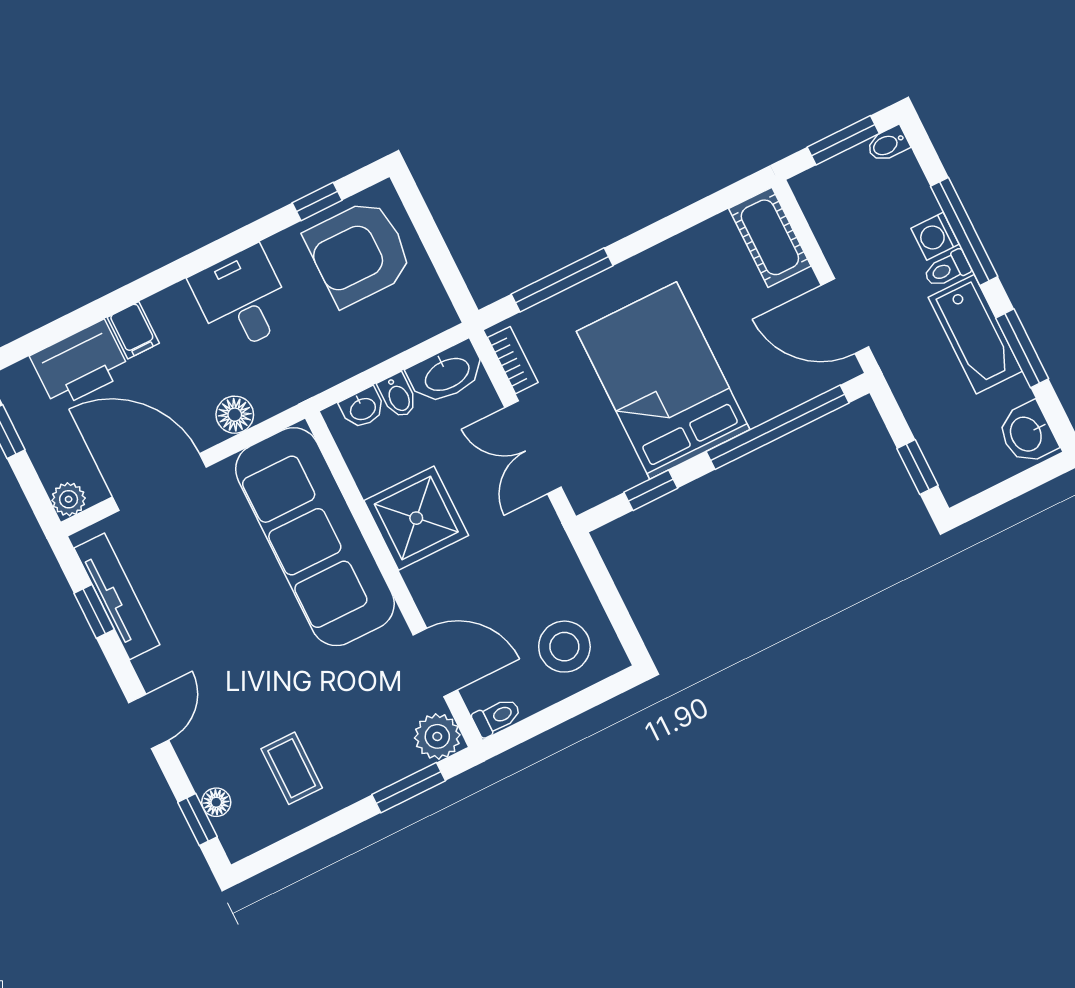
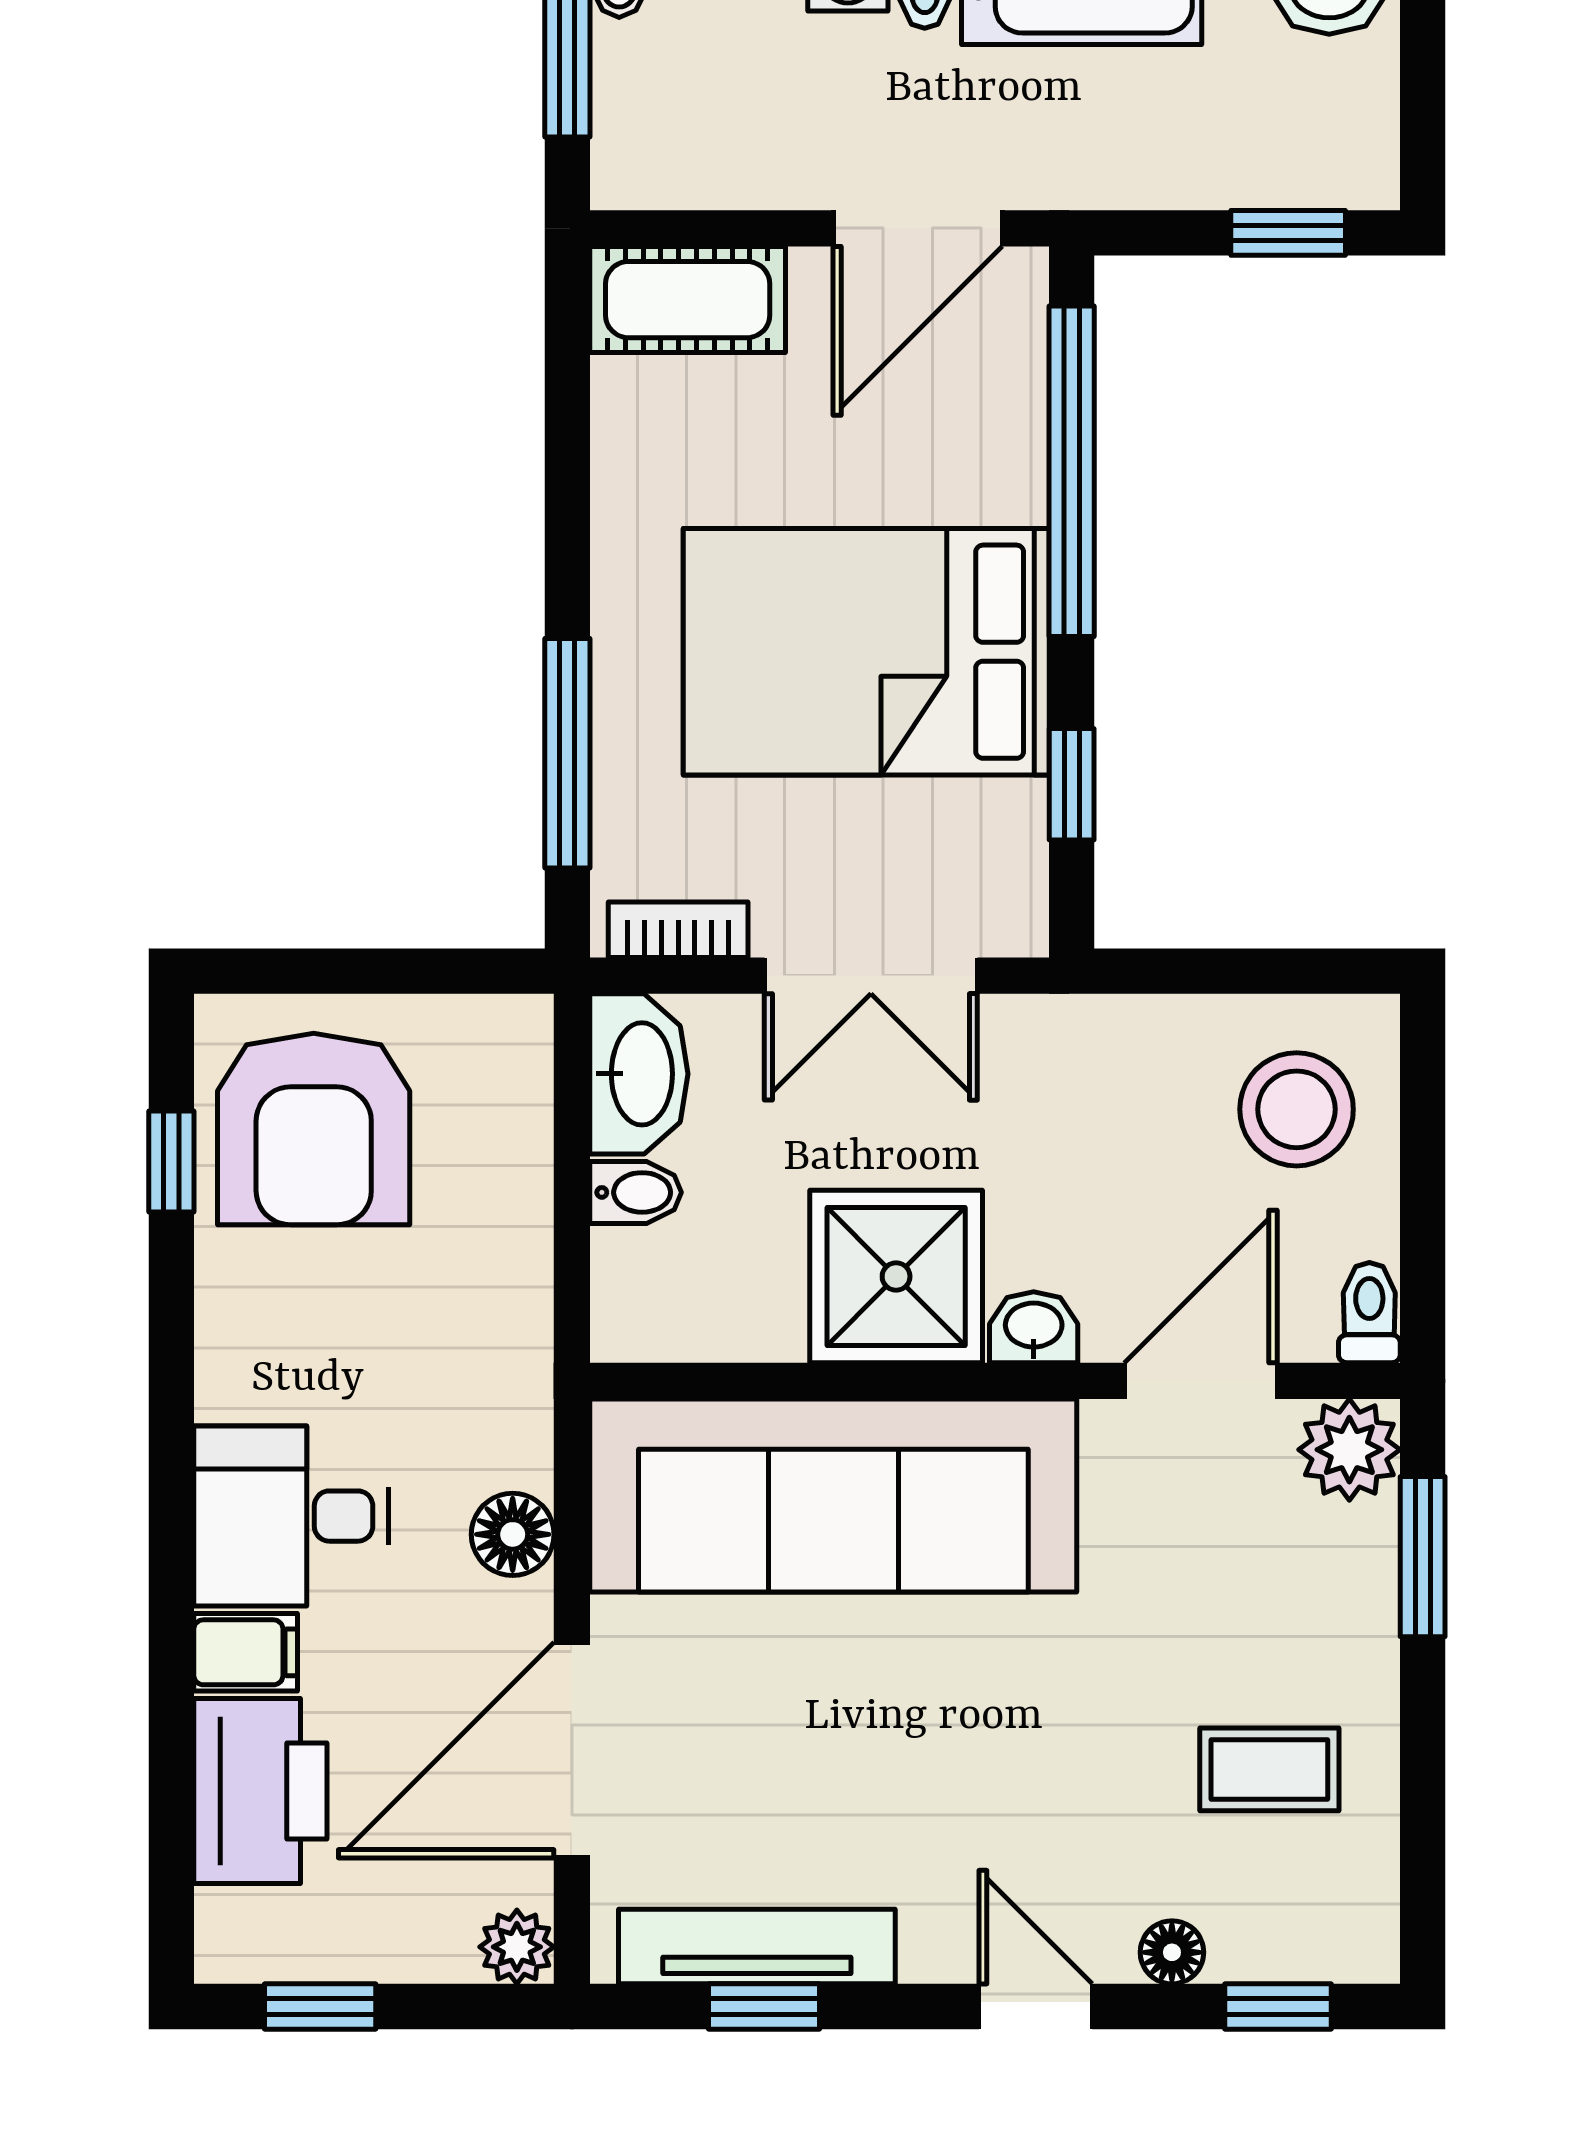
desk: (242, 299) -> (291, 1516), moved
washbasin: (363, 408) -> (1034, 1327), moved, turned -90
floor lamp: (216, 802) -> (1172, 1952), moved

